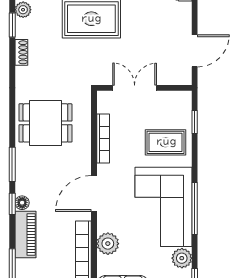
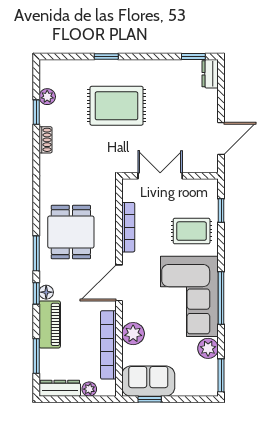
dining table: (45, 123) -> (71, 232), moved, turned 90

